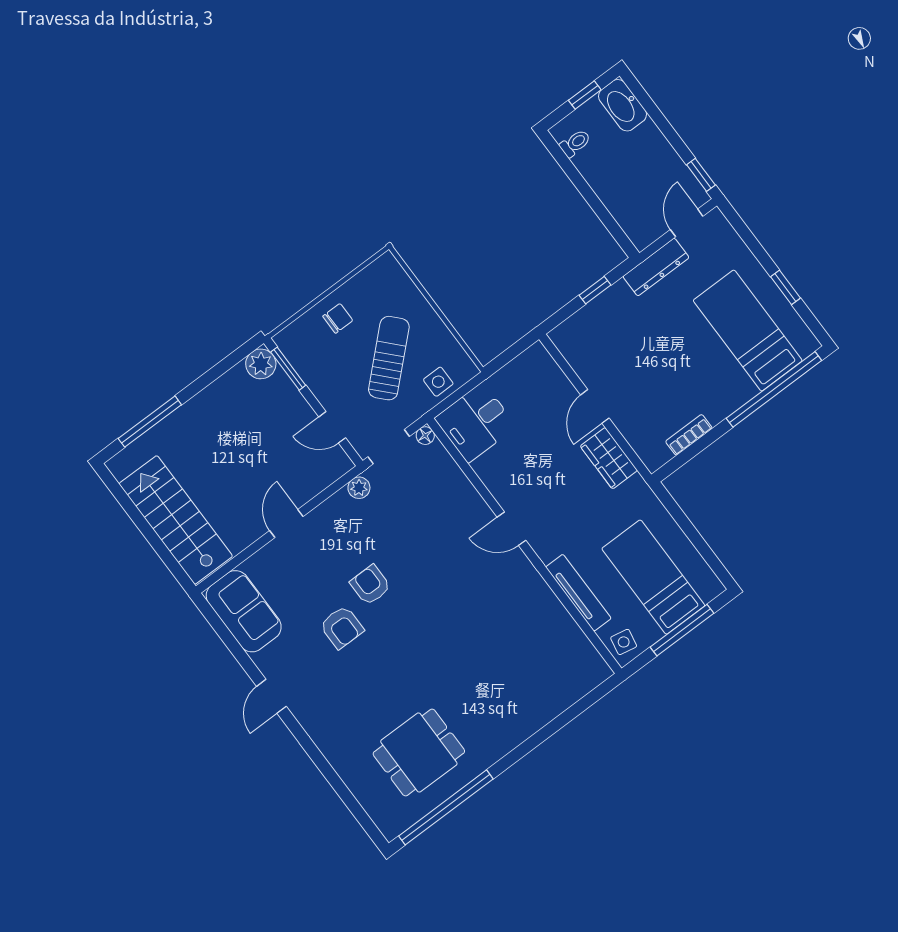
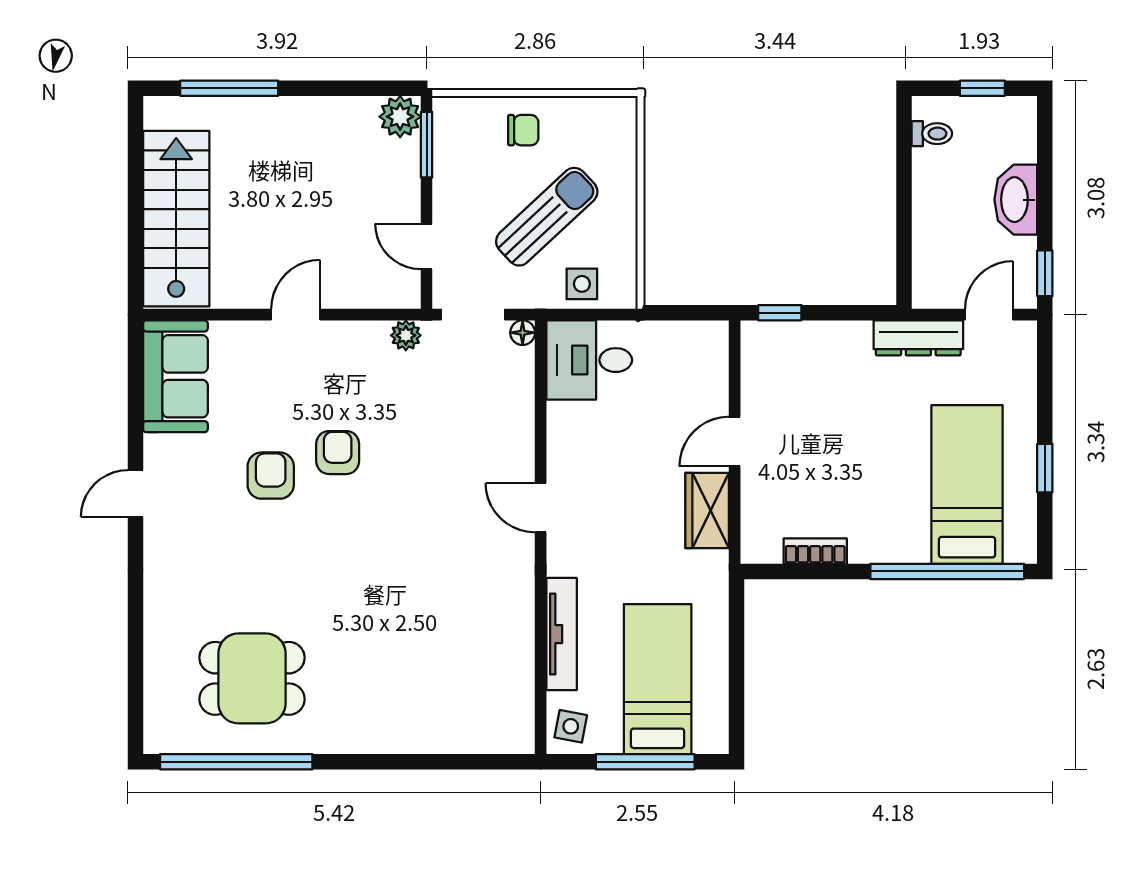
washbasin: (622, 105) -> (1016, 200), moved
window: (595, 290) -> (780, 313), moved
armchair: (342, 627) -> (271, 476), turned 180

